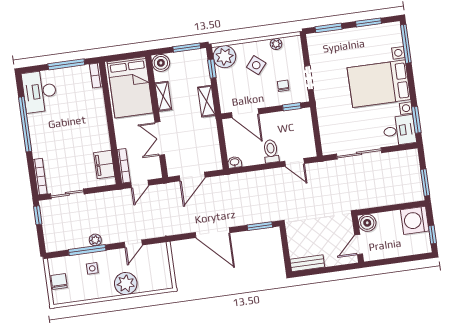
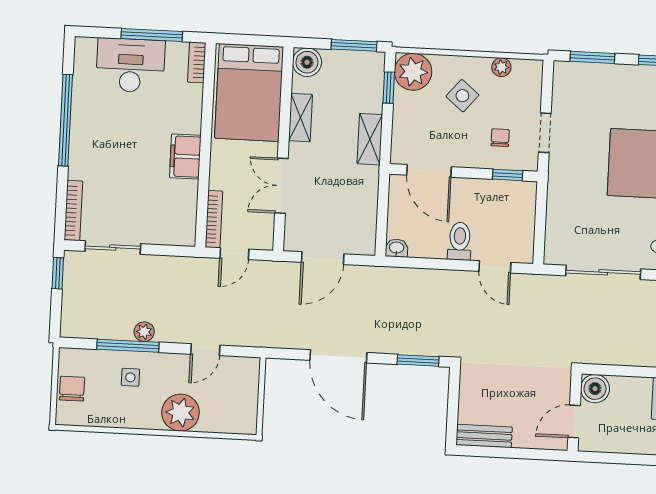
desk: (40, 91) -> (130, 65), moved, turned 90
filing cabinet: (104, 165) -> (185, 156), moved

